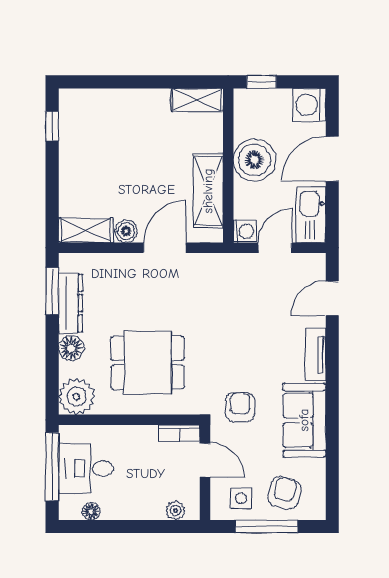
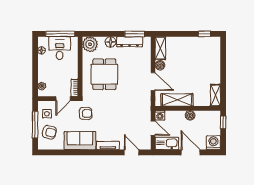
boiler: (254, 160) -> (190, 115), width x0.54, depth x0.54

